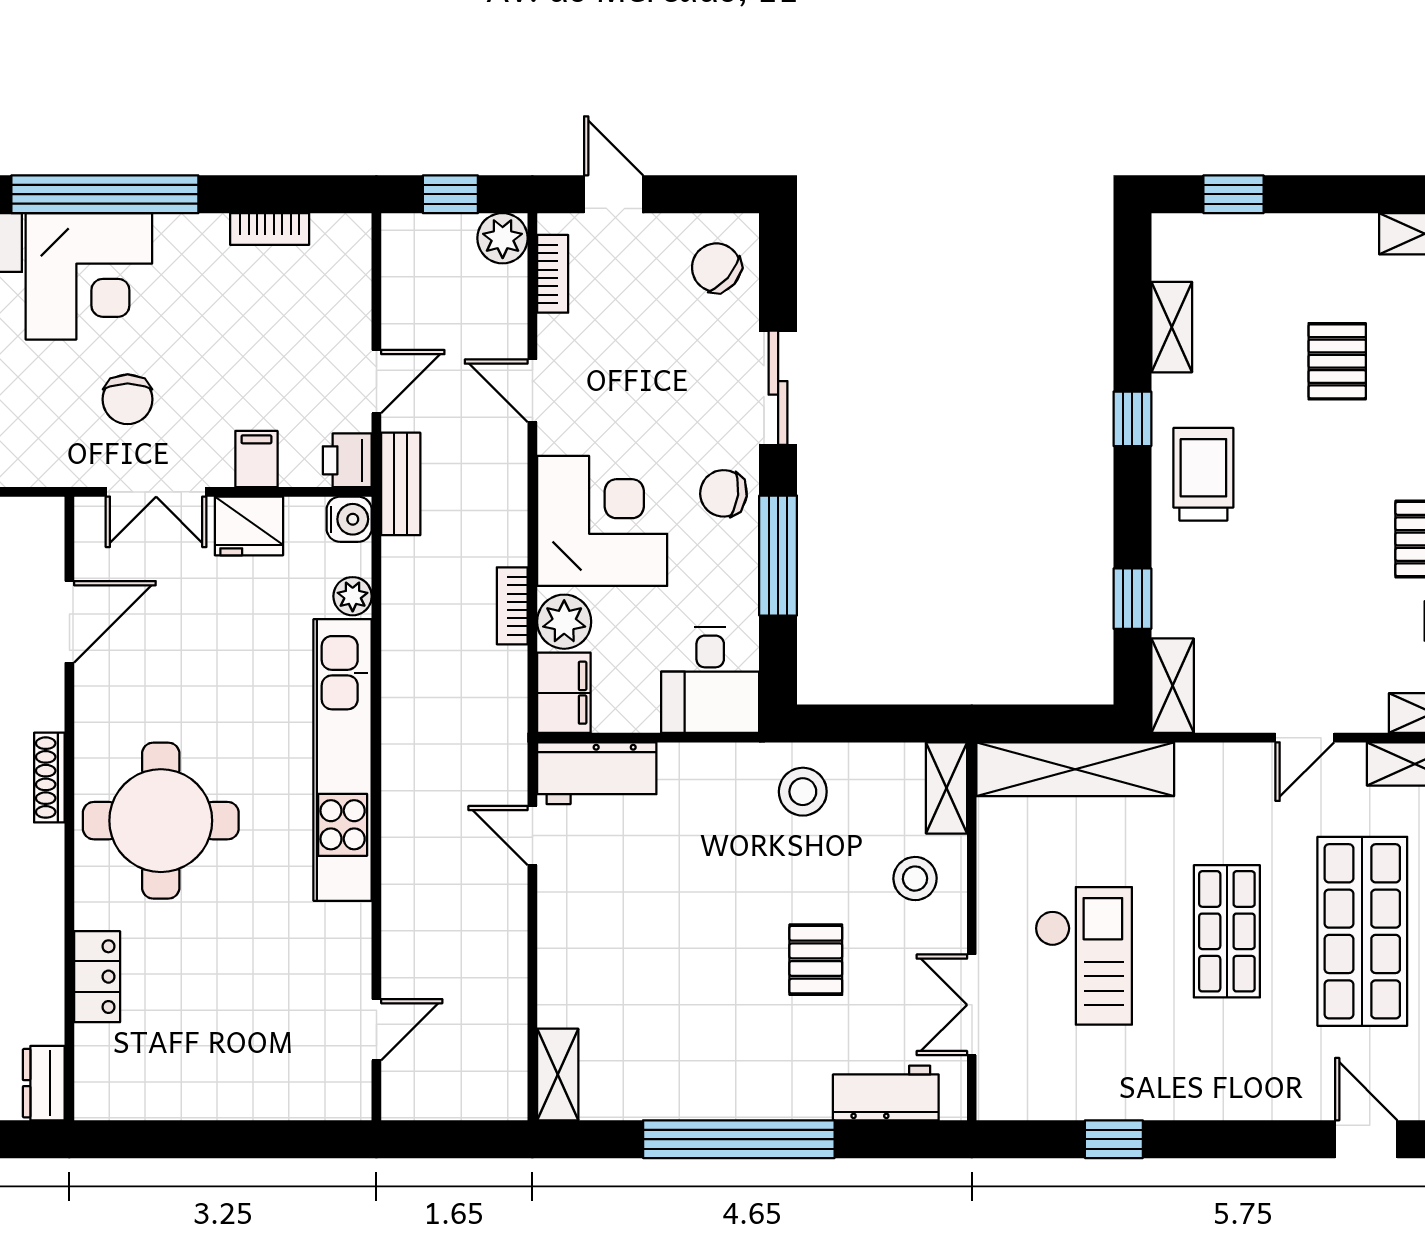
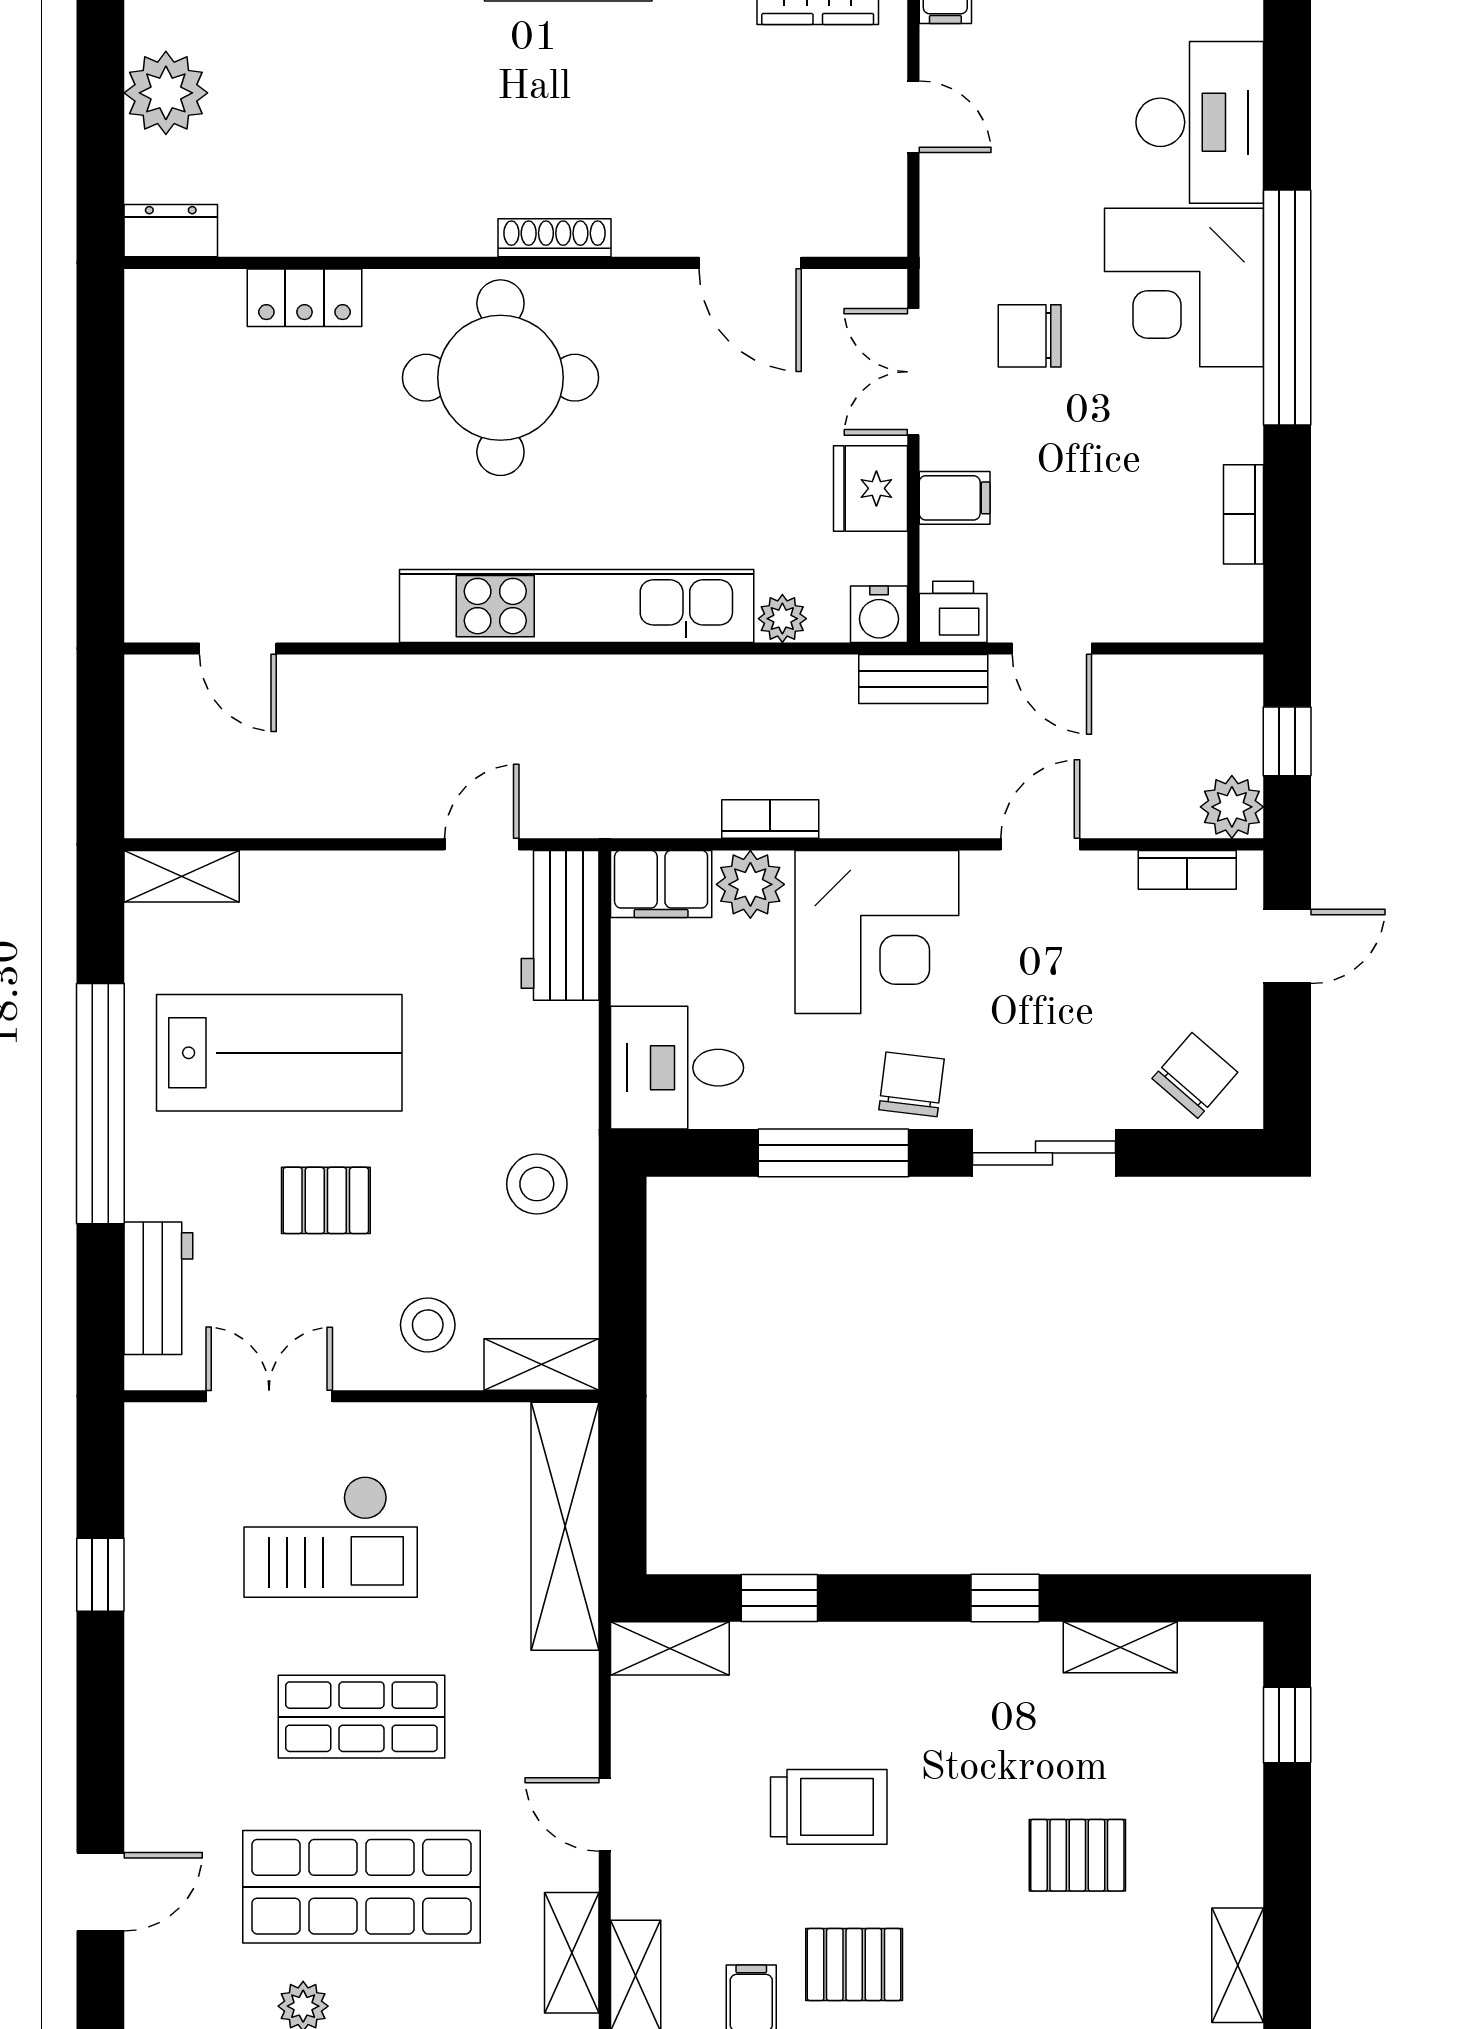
trolley: (1203, 474) -> (829, 1807), moved
lab bench: (698, 997) -> (279, 1053), added

